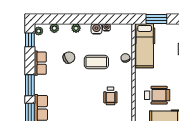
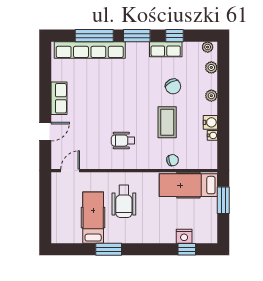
window: (30, 40) -> (175, 36), moved

